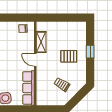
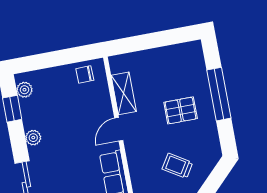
window: (90, 52) -> (219, 94), width x2.17
door: (35, 60) -> (119, 129), hinge flipped

